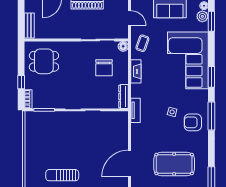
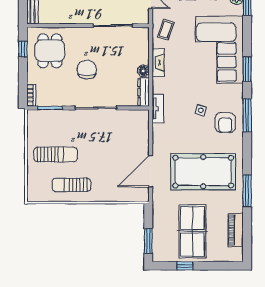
floor lamp: (123, 46) -> (143, 71), moved
dining table: (44, 61) -> (50, 51), turned 90
chair: (104, 68) -> (87, 70), moved, turned 180
window: (21, 82) -> (23, 49), moved
armchair: (193, 122) -> (225, 123), turned -90
sun lounger: (49, 149) -> (55, 154), added
pool table: (174, 164) -> (203, 172), width x1.36, depth x1.32

